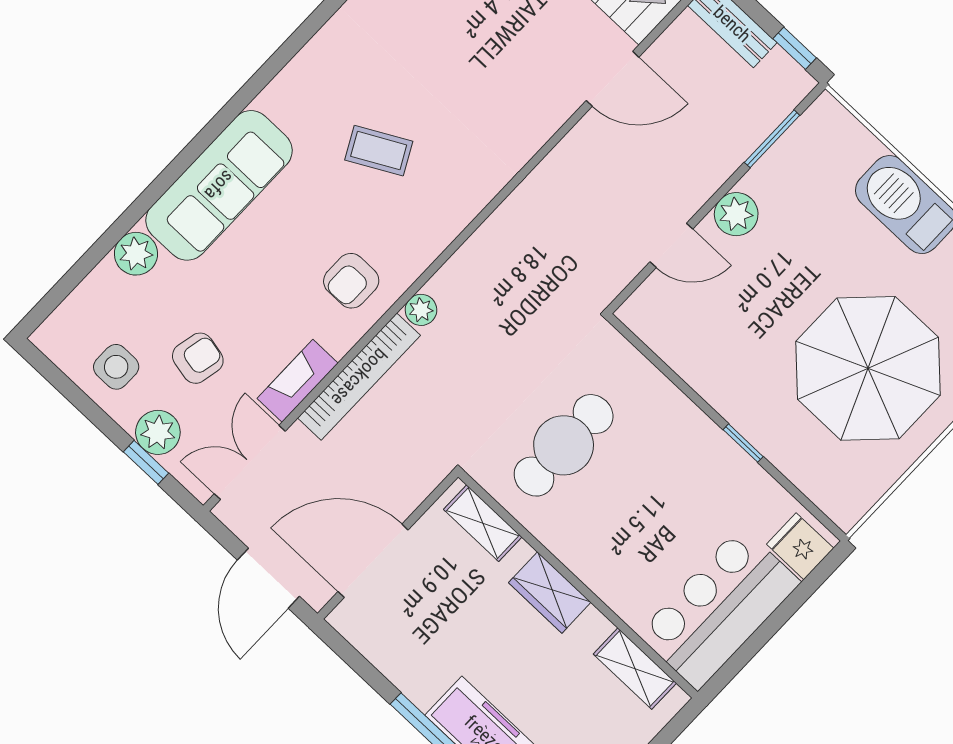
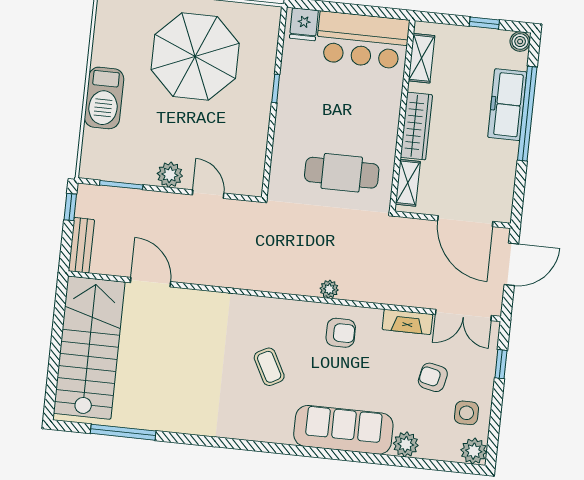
bookcase: (359, 377) -> (383, 294), removed
plant: (158, 432) -> (474, 451), moved
wardrobe: (550, 592) -> (416, 126), width x1.50

